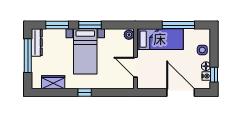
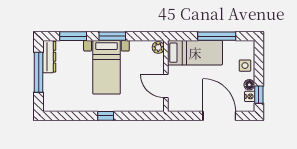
wardrobe: (53, 82) -> (68, 104), removed

